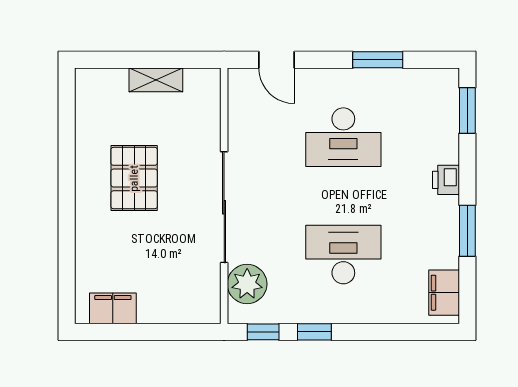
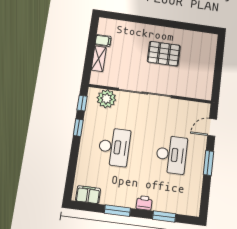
window: (378, 60) -> (208, 163), moved
shelving: (156, 80) -> (99, 59), moved
window: (467, 110) -> (164, 217), moved
desk: (343, 137) -> (171, 155), turned 180
filing cabinet: (113, 308) -> (103, 41), width x0.50

